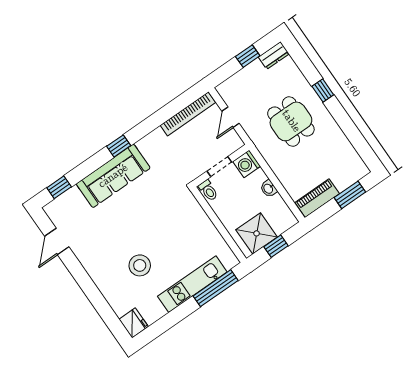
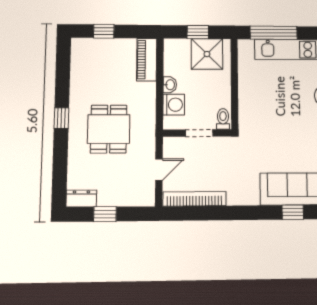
window: (323, 90) -> (61, 118), moved
window: (119, 146) -> (293, 212), moved
washing machine: (247, 164) -> (174, 105), moved
window: (350, 195) -> (104, 31), width x0.67
piano: (317, 198) -> (147, 60), moved, turned 90

